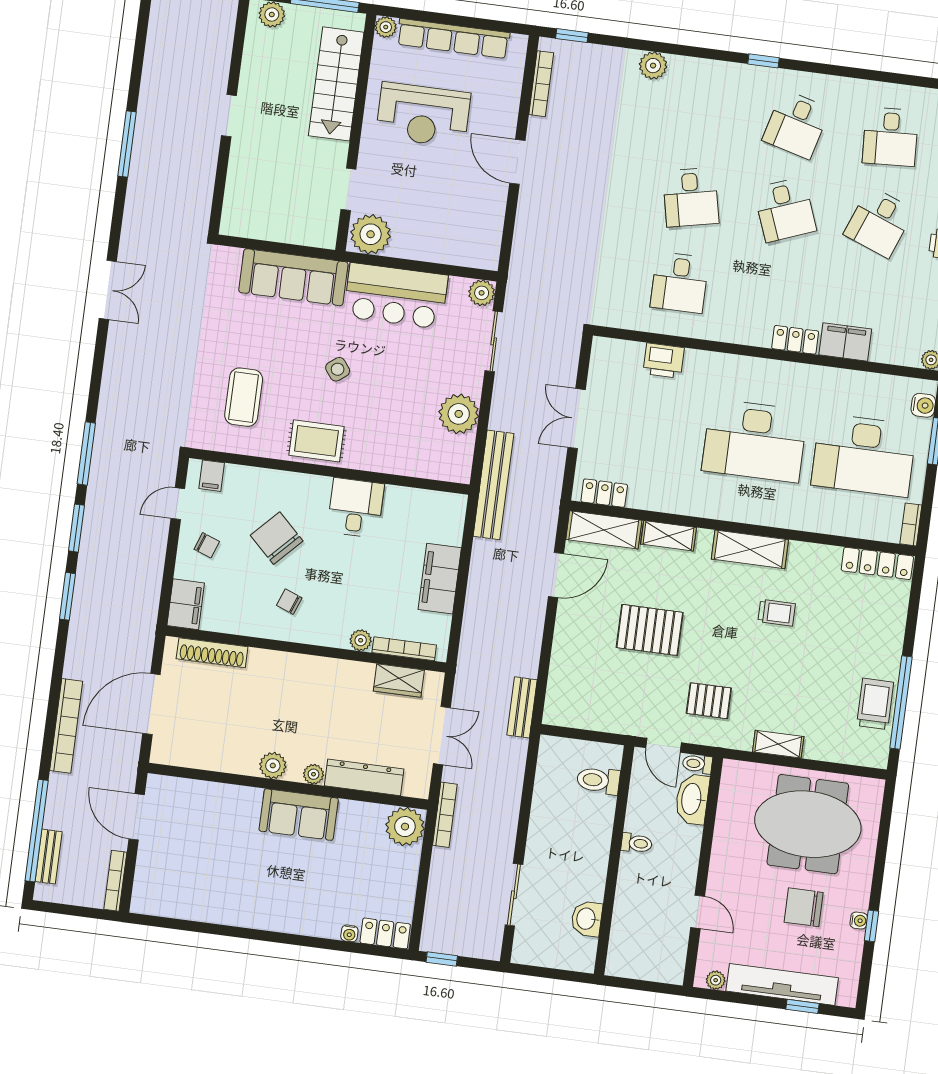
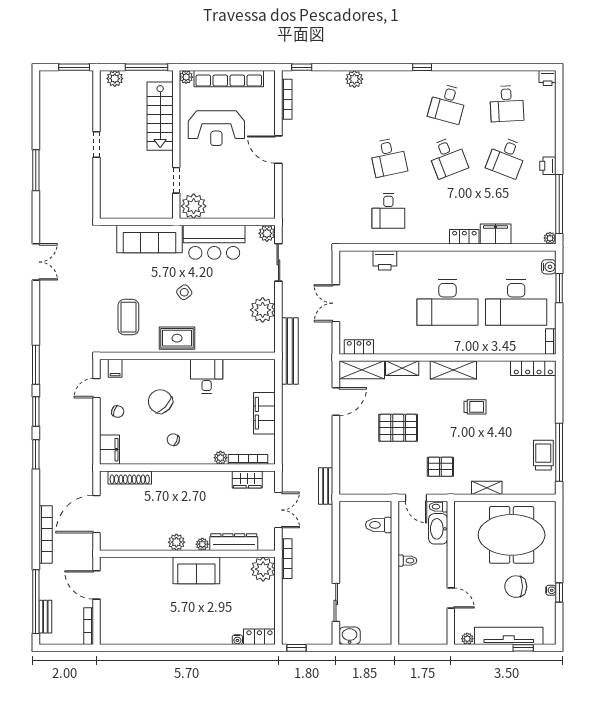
washbasin: (587, 919) -> (350, 636), moved, turned 90

